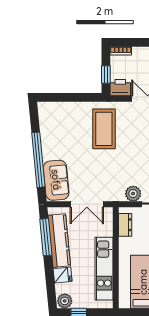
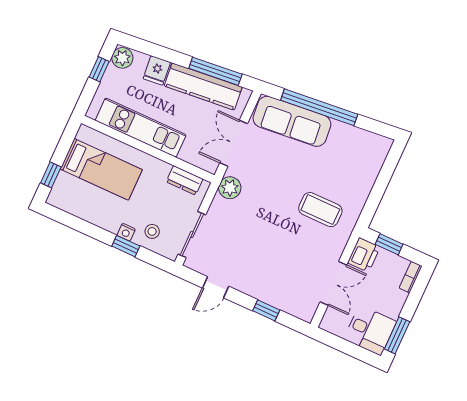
coffee table: (104, 129) -> (320, 210), width x0.73, depth x0.76
sofa: (56, 180) -> (292, 121), width x1.36
plant: (133, 194) -> (230, 188), moved

